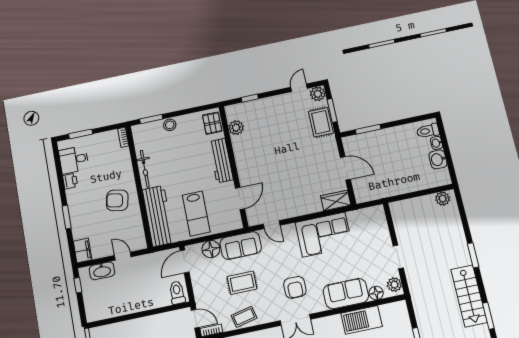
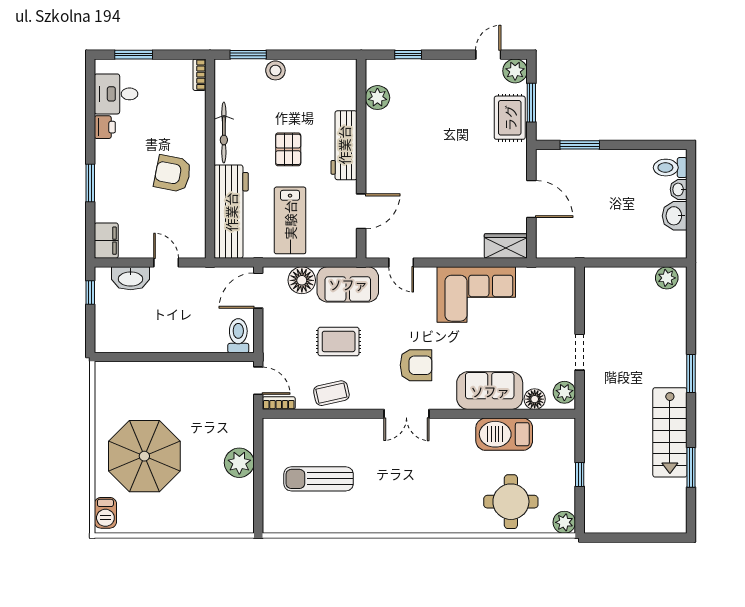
pallet: (212, 123) -> (288, 149), moved
armchair: (295, 287) -> (416, 365), turned -90

